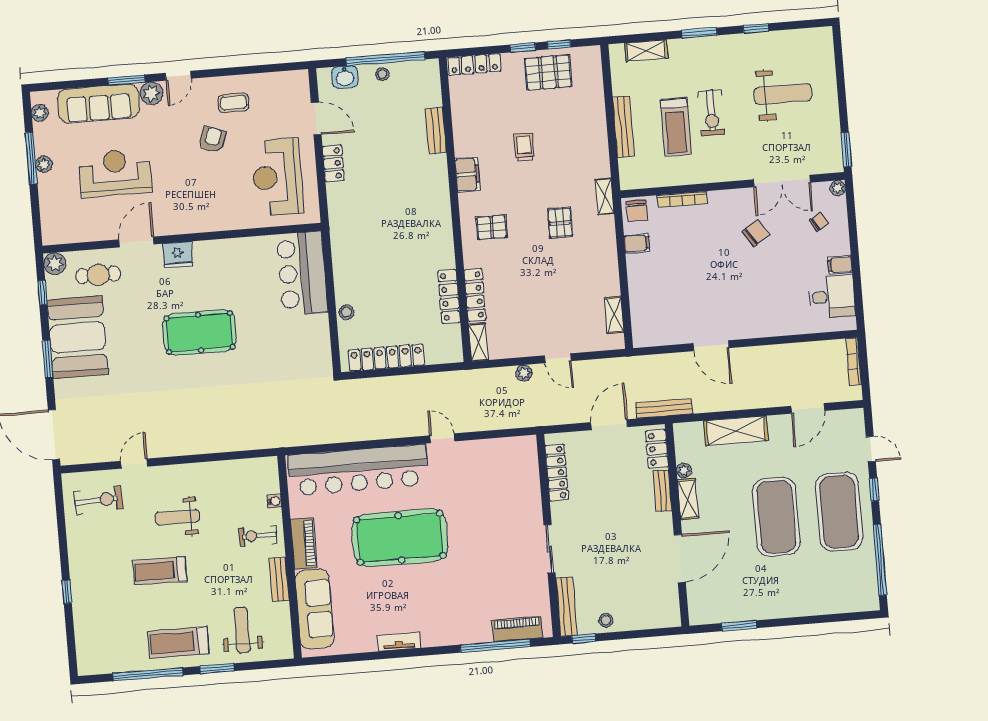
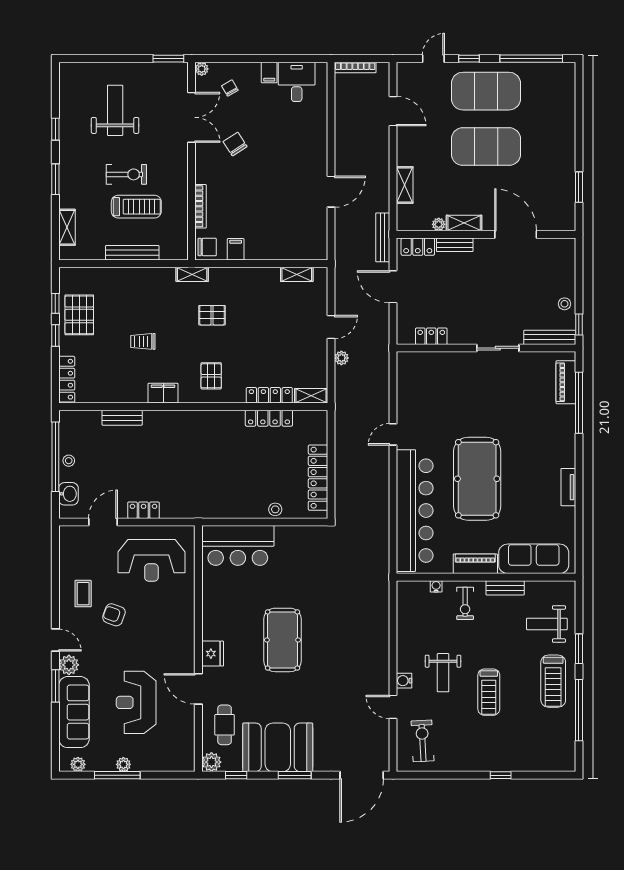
shelving: (736, 431) -> (405, 185), width x0.67, depth x0.75
locker: (557, 473) -> (431, 336), width x0.66
water cooler: (165, 474) -> (404, 681), added

